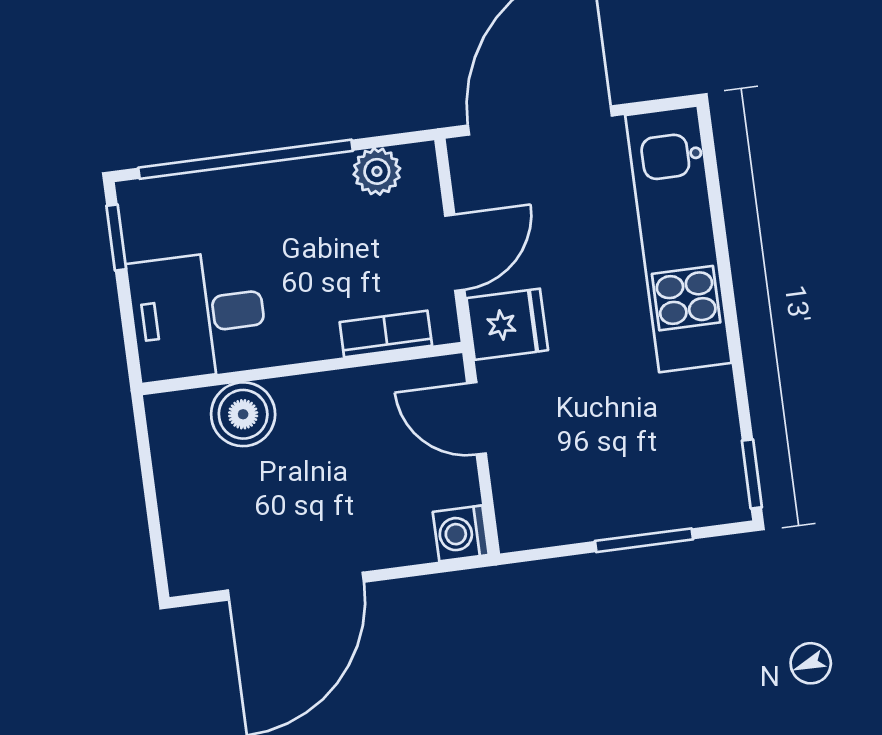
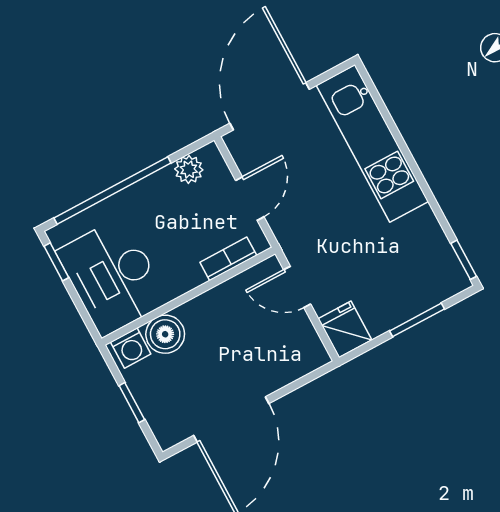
desk: (198, 316) -> (112, 276), width x1.37
fridge: (507, 324) -> (345, 329), moved, turned -90
window: (151, 501) -> (132, 403), added
washing machine: (461, 533) -> (131, 348), moved, turned -90

